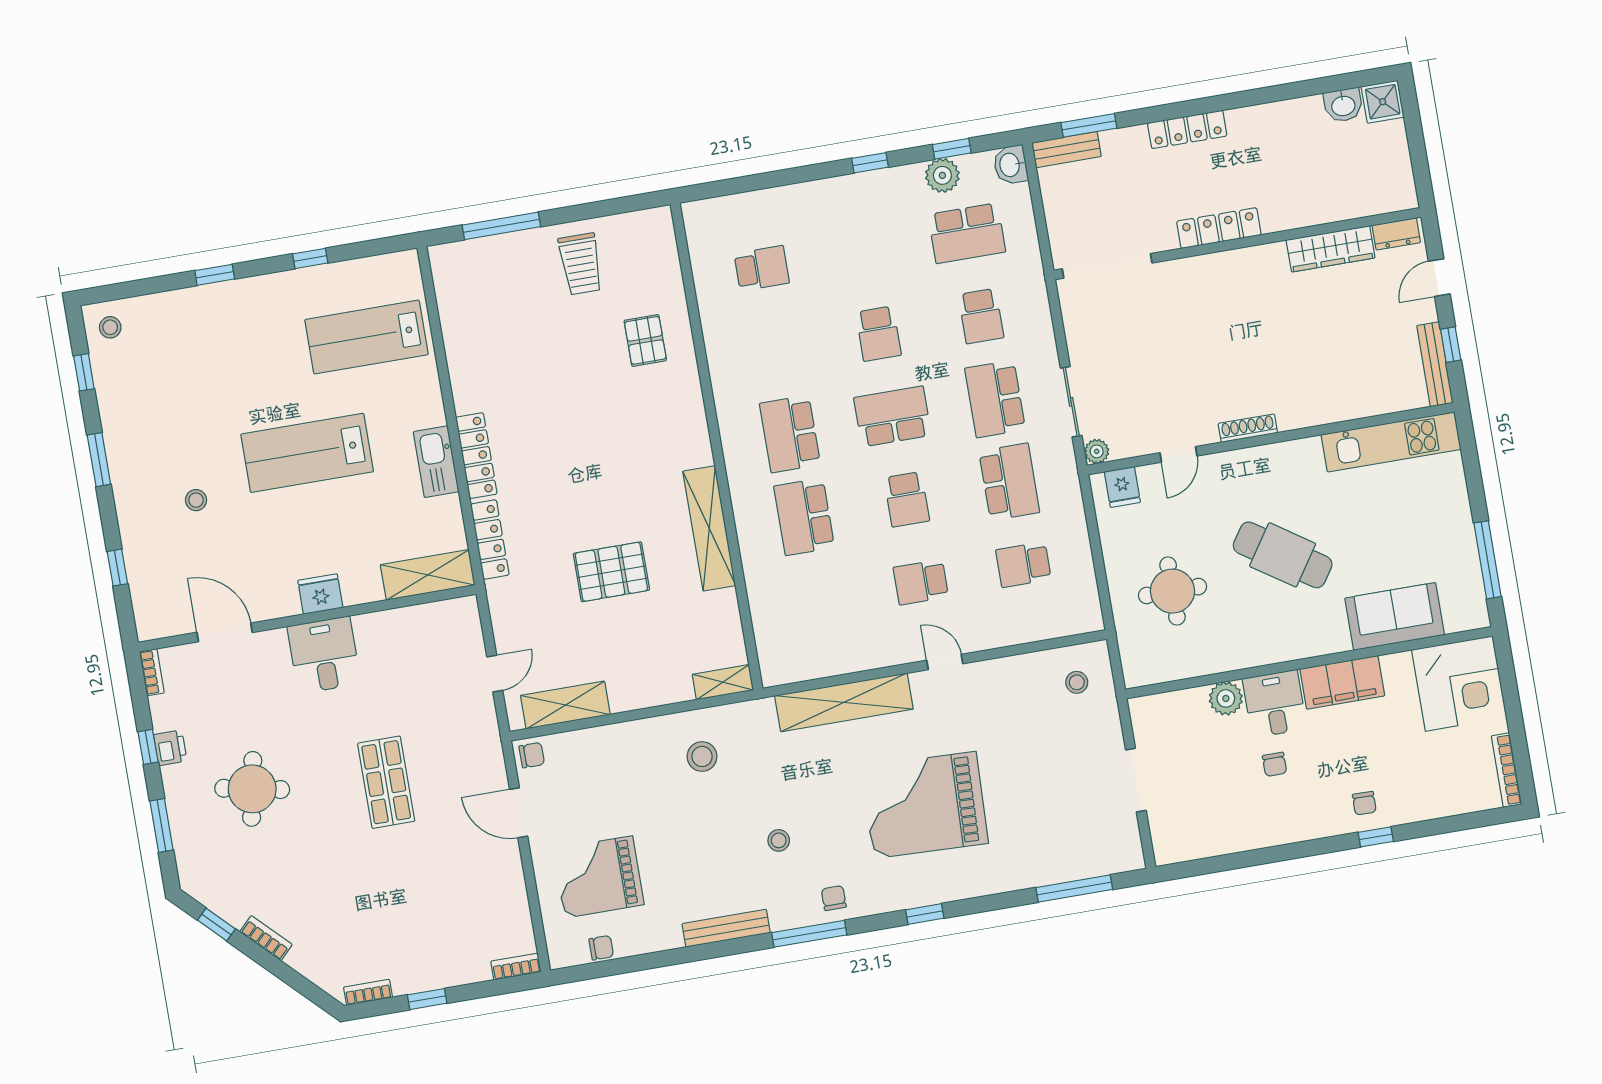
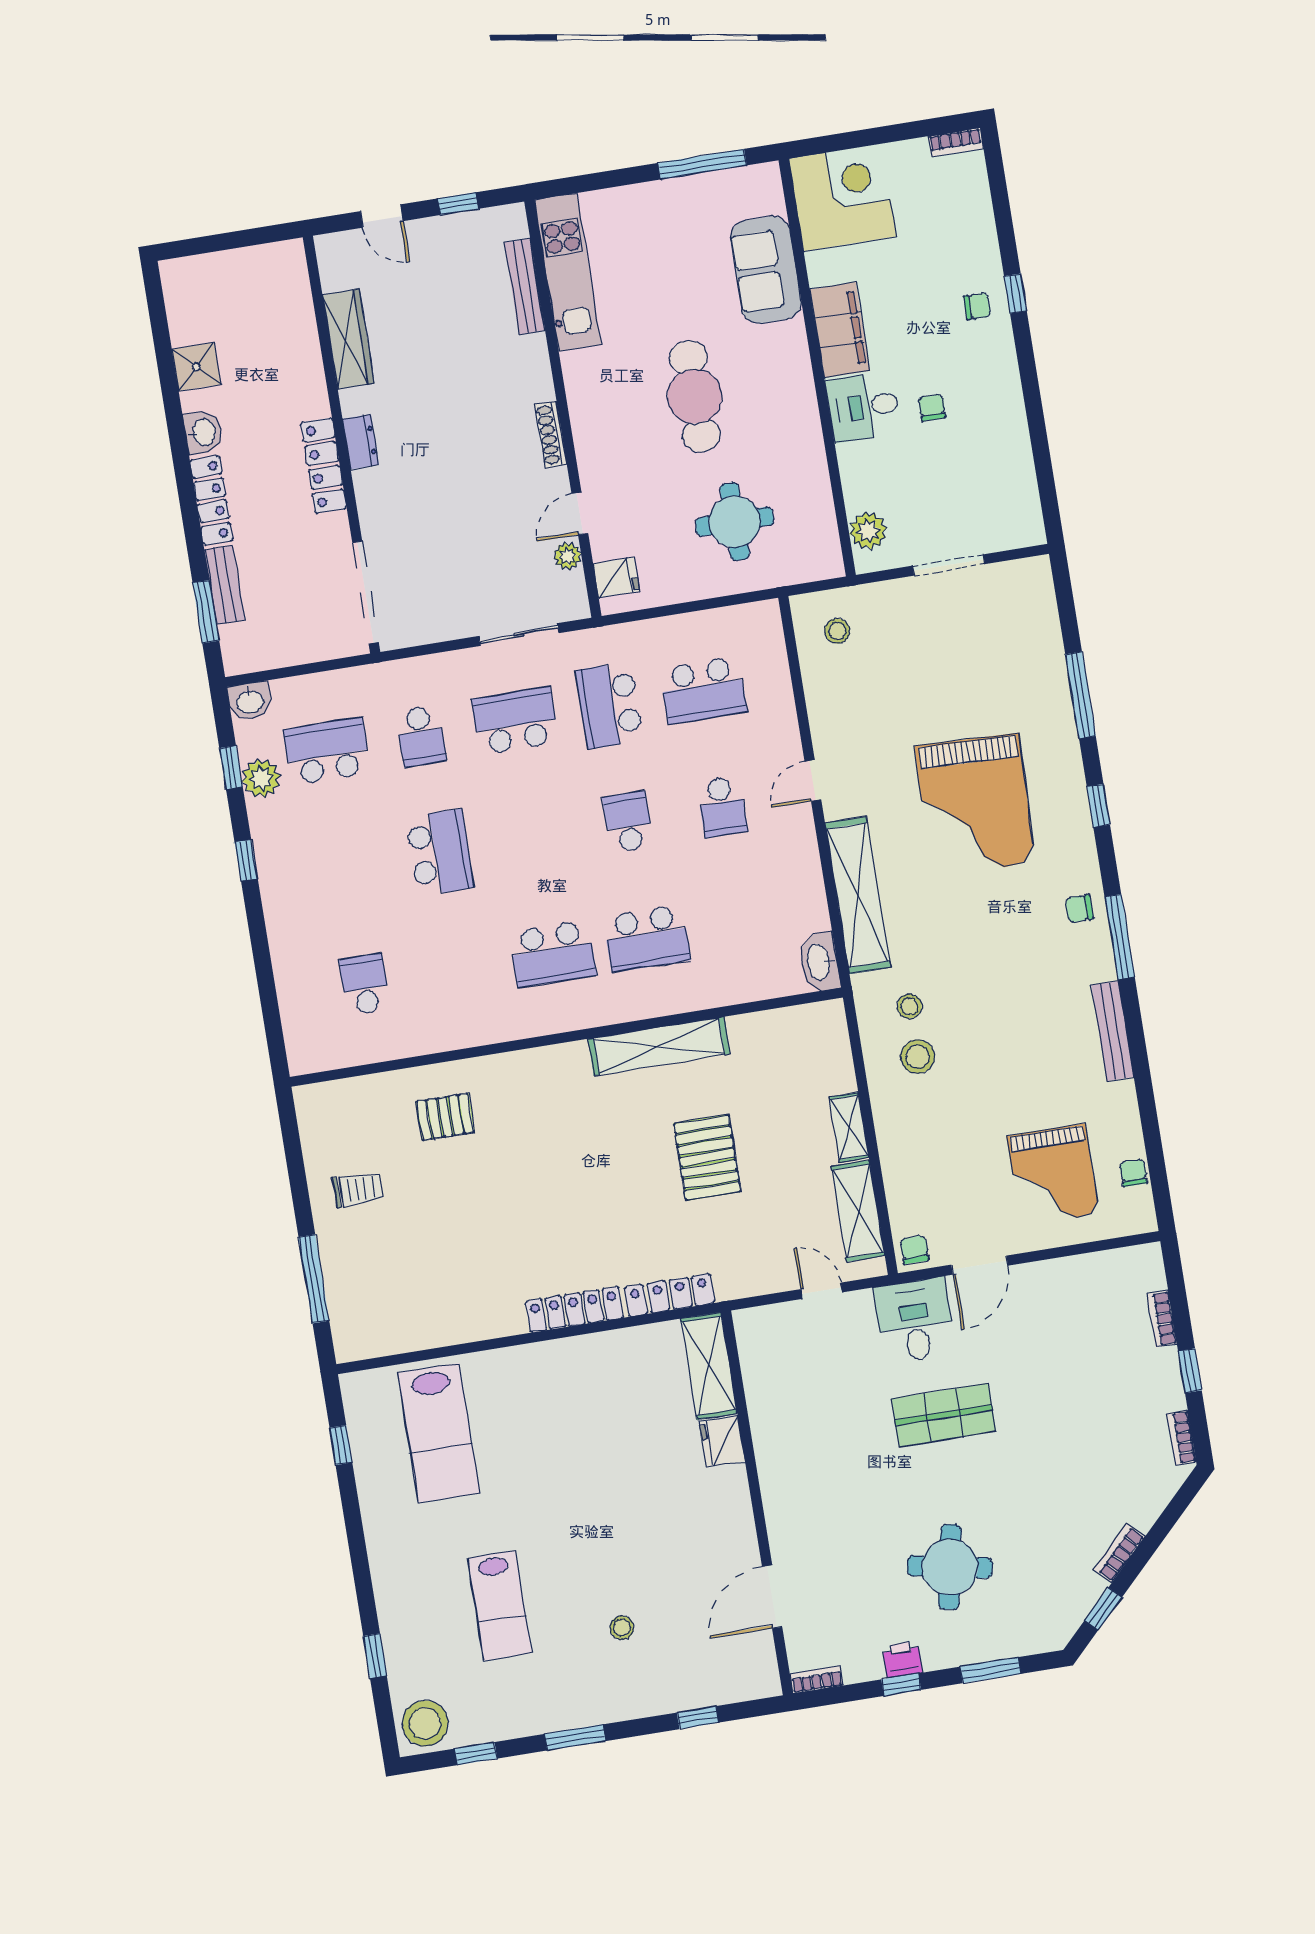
shower: (1383, 102) -> (196, 367), moved
washbasin: (1343, 105) -> (203, 432), moved
bench: (1066, 150) -> (225, 585), moved
school desk: (967, 233) -> (327, 751), turned -90
dresser: (1396, 234) -> (361, 442), moved
window: (310, 258) -> (341, 1445), moved
trolley: (581, 264) -> (358, 1189), width x0.73, depth x0.72
window: (215, 275) -> (375, 1656), moved
school desk: (981, 316) -> (421, 736), turned 90
stool: (110, 327) -> (425, 1723), width x1.89, depth x1.89
school desk: (878, 334) -> (440, 852), width x1.85
bench: (1435, 364) -> (525, 286), moved, turned 90
school desk: (995, 399) -> (515, 721), turned 180
school desk: (893, 416) -> (534, 837), removed
plant: (1097, 451) -> (567, 556), moved
lab bench: (307, 453) -> (500, 1606), moved, width x0.73, depth x0.72
door: (1178, 454) -> (580, 514), swing flipped
kitchen sink: (436, 462) -> (581, 1355), removed
school desk: (1009, 482) -> (609, 706), turned -90
school desk: (907, 499) -> (628, 822), turned -90
cafe table: (1283, 555) -> (695, 396), turned -34
school desk: (1023, 565) -> (703, 690), width x1.85
fridge: (320, 594) -> (722, 1441), moved
desk: (324, 655) -> (915, 1320), moved, turned 90
washbasin: (785, 669) -> (819, 962), added
shelving: (723, 682) -> (849, 1127), moved
plant: (1226, 698) -> (868, 531), moved
chair: (1275, 764) -> (932, 408), turned -90
bookcase: (1506, 770) -> (956, 142), width x0.64
stool: (779, 840) -> (909, 1006), moved
window: (1074, 888) -> (1080, 695), moved
bookcase: (516, 967) -> (1162, 1319), moved

